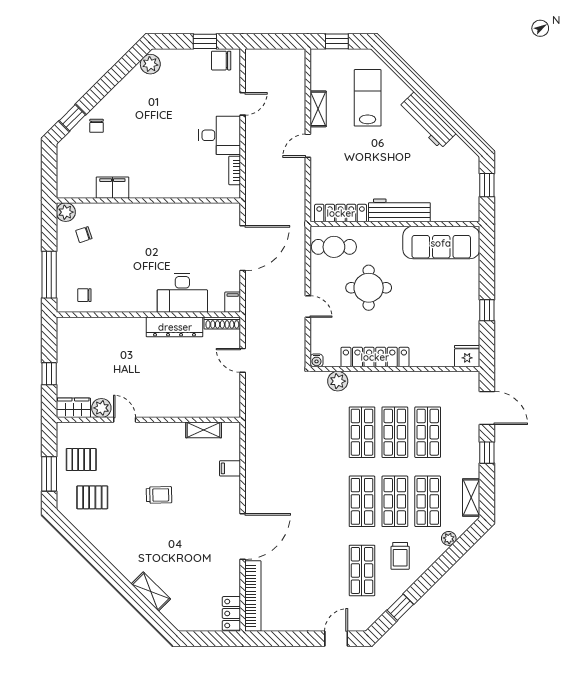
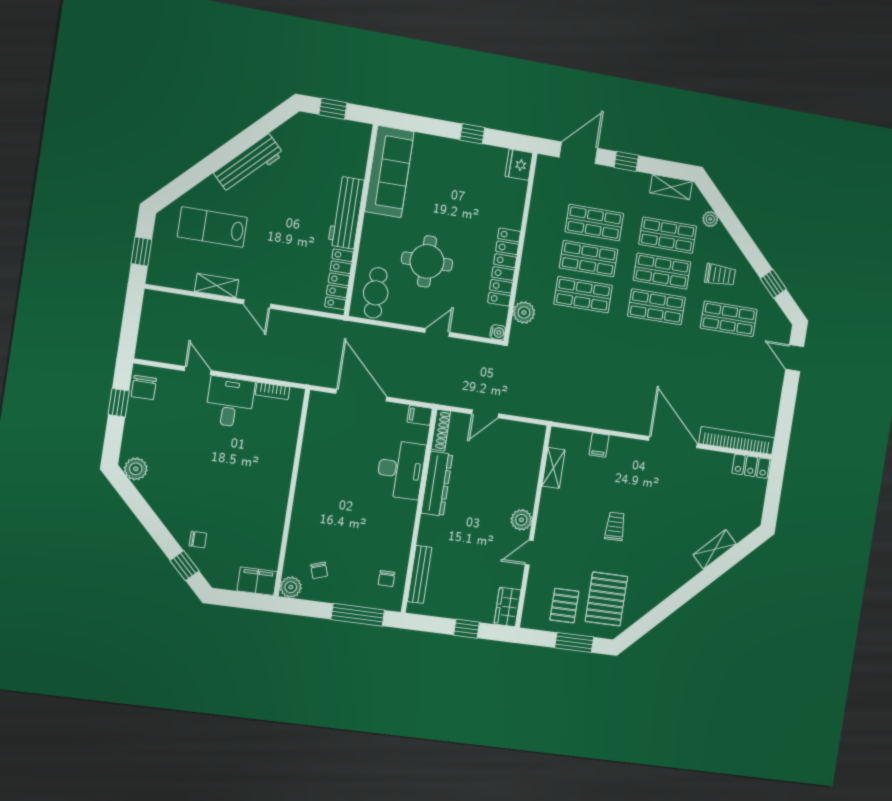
filing cabinet: (112, 188) -> (257, 581), moved, turned 90
bench: (92, 324) -> (420, 574), added
plant: (101, 408) -> (521, 520), moved
pallet: (92, 497) -> (606, 599), width x1.50, depth x1.42

